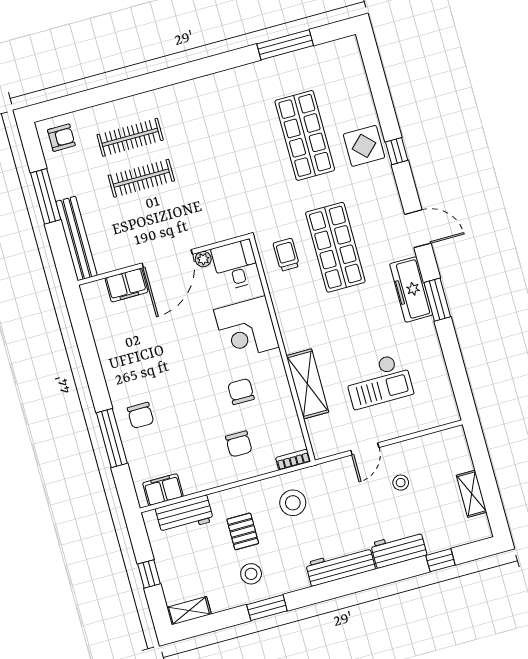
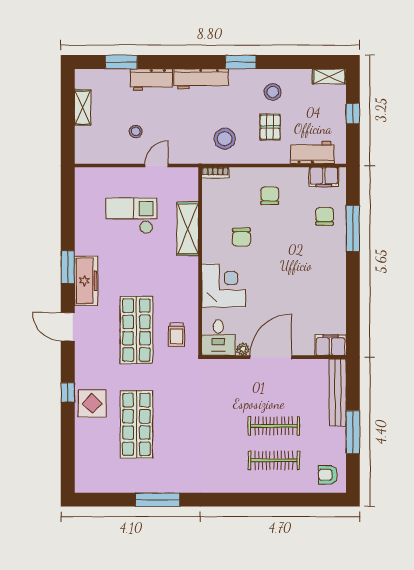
window: (285, 45) -> (158, 500), moved
filing cabinet: (127, 285) -> (331, 345), moved
chair: (141, 415) -> (325, 216), moved
chair: (239, 444) -> (270, 196), moved
window: (440, 560) -> (121, 62), width x1.50
window: (267, 608) -> (241, 62), moved

